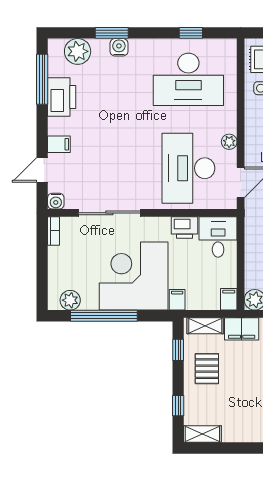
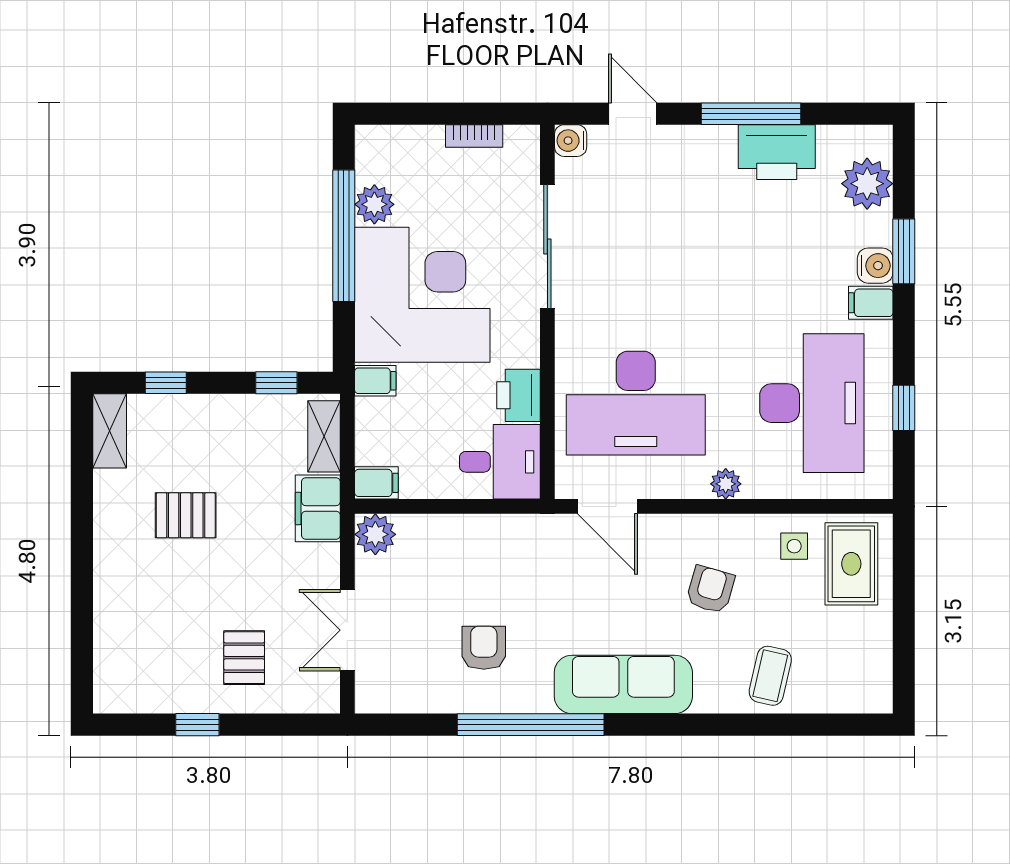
window: (42, 79) -> (751, 114), moved
desk: (188, 79) -> (812, 403), turned 180
plant: (229, 142) -> (726, 484), moved
filing cabinet: (59, 144) -> (871, 303), moved, turned 90
desk: (188, 168) -> (636, 403), turned 180
bookcase: (54, 231) -> (474, 136), moved
plant: (70, 300) -> (374, 204), moved
pallet: (207, 369) -> (186, 515), moved

